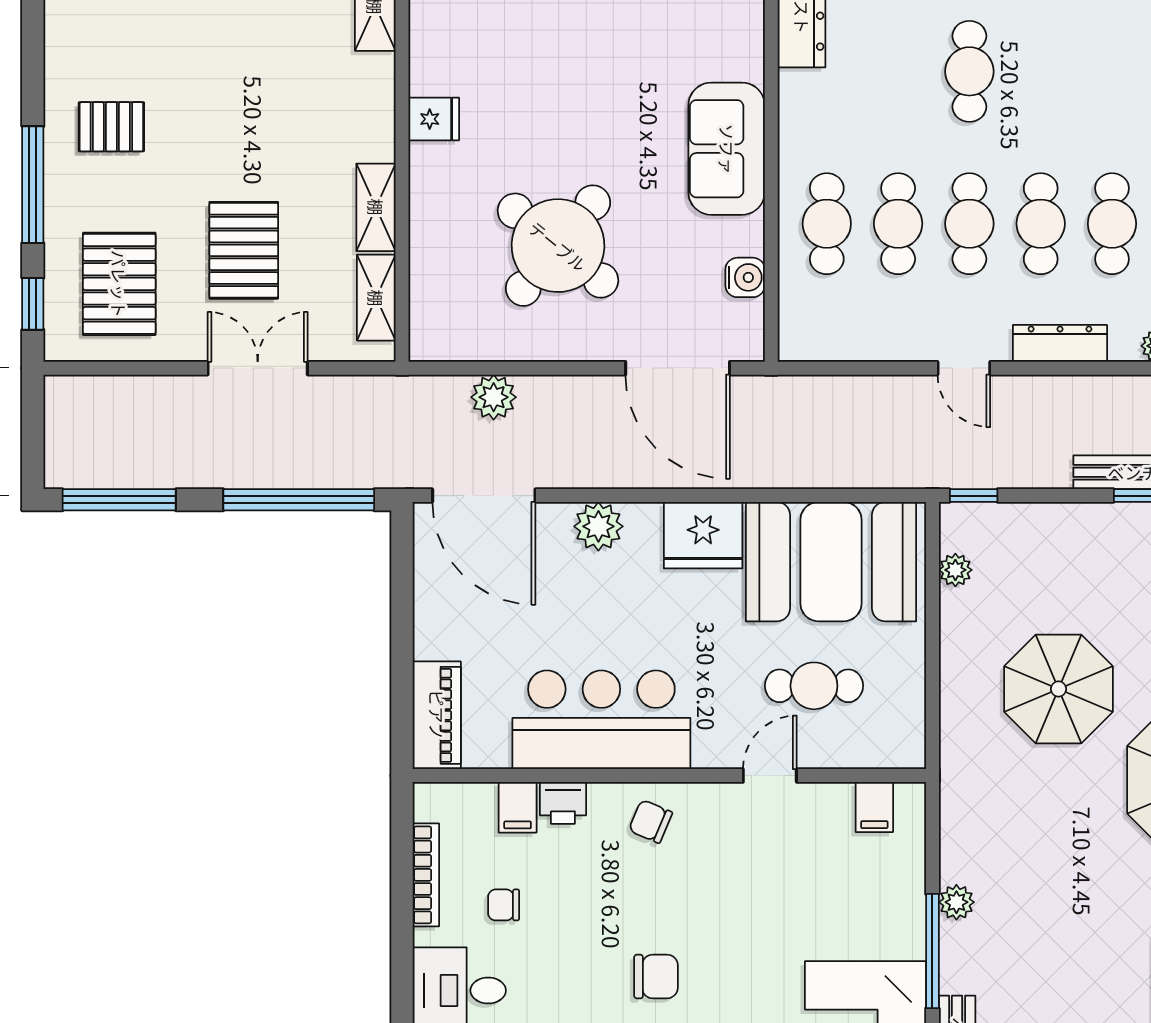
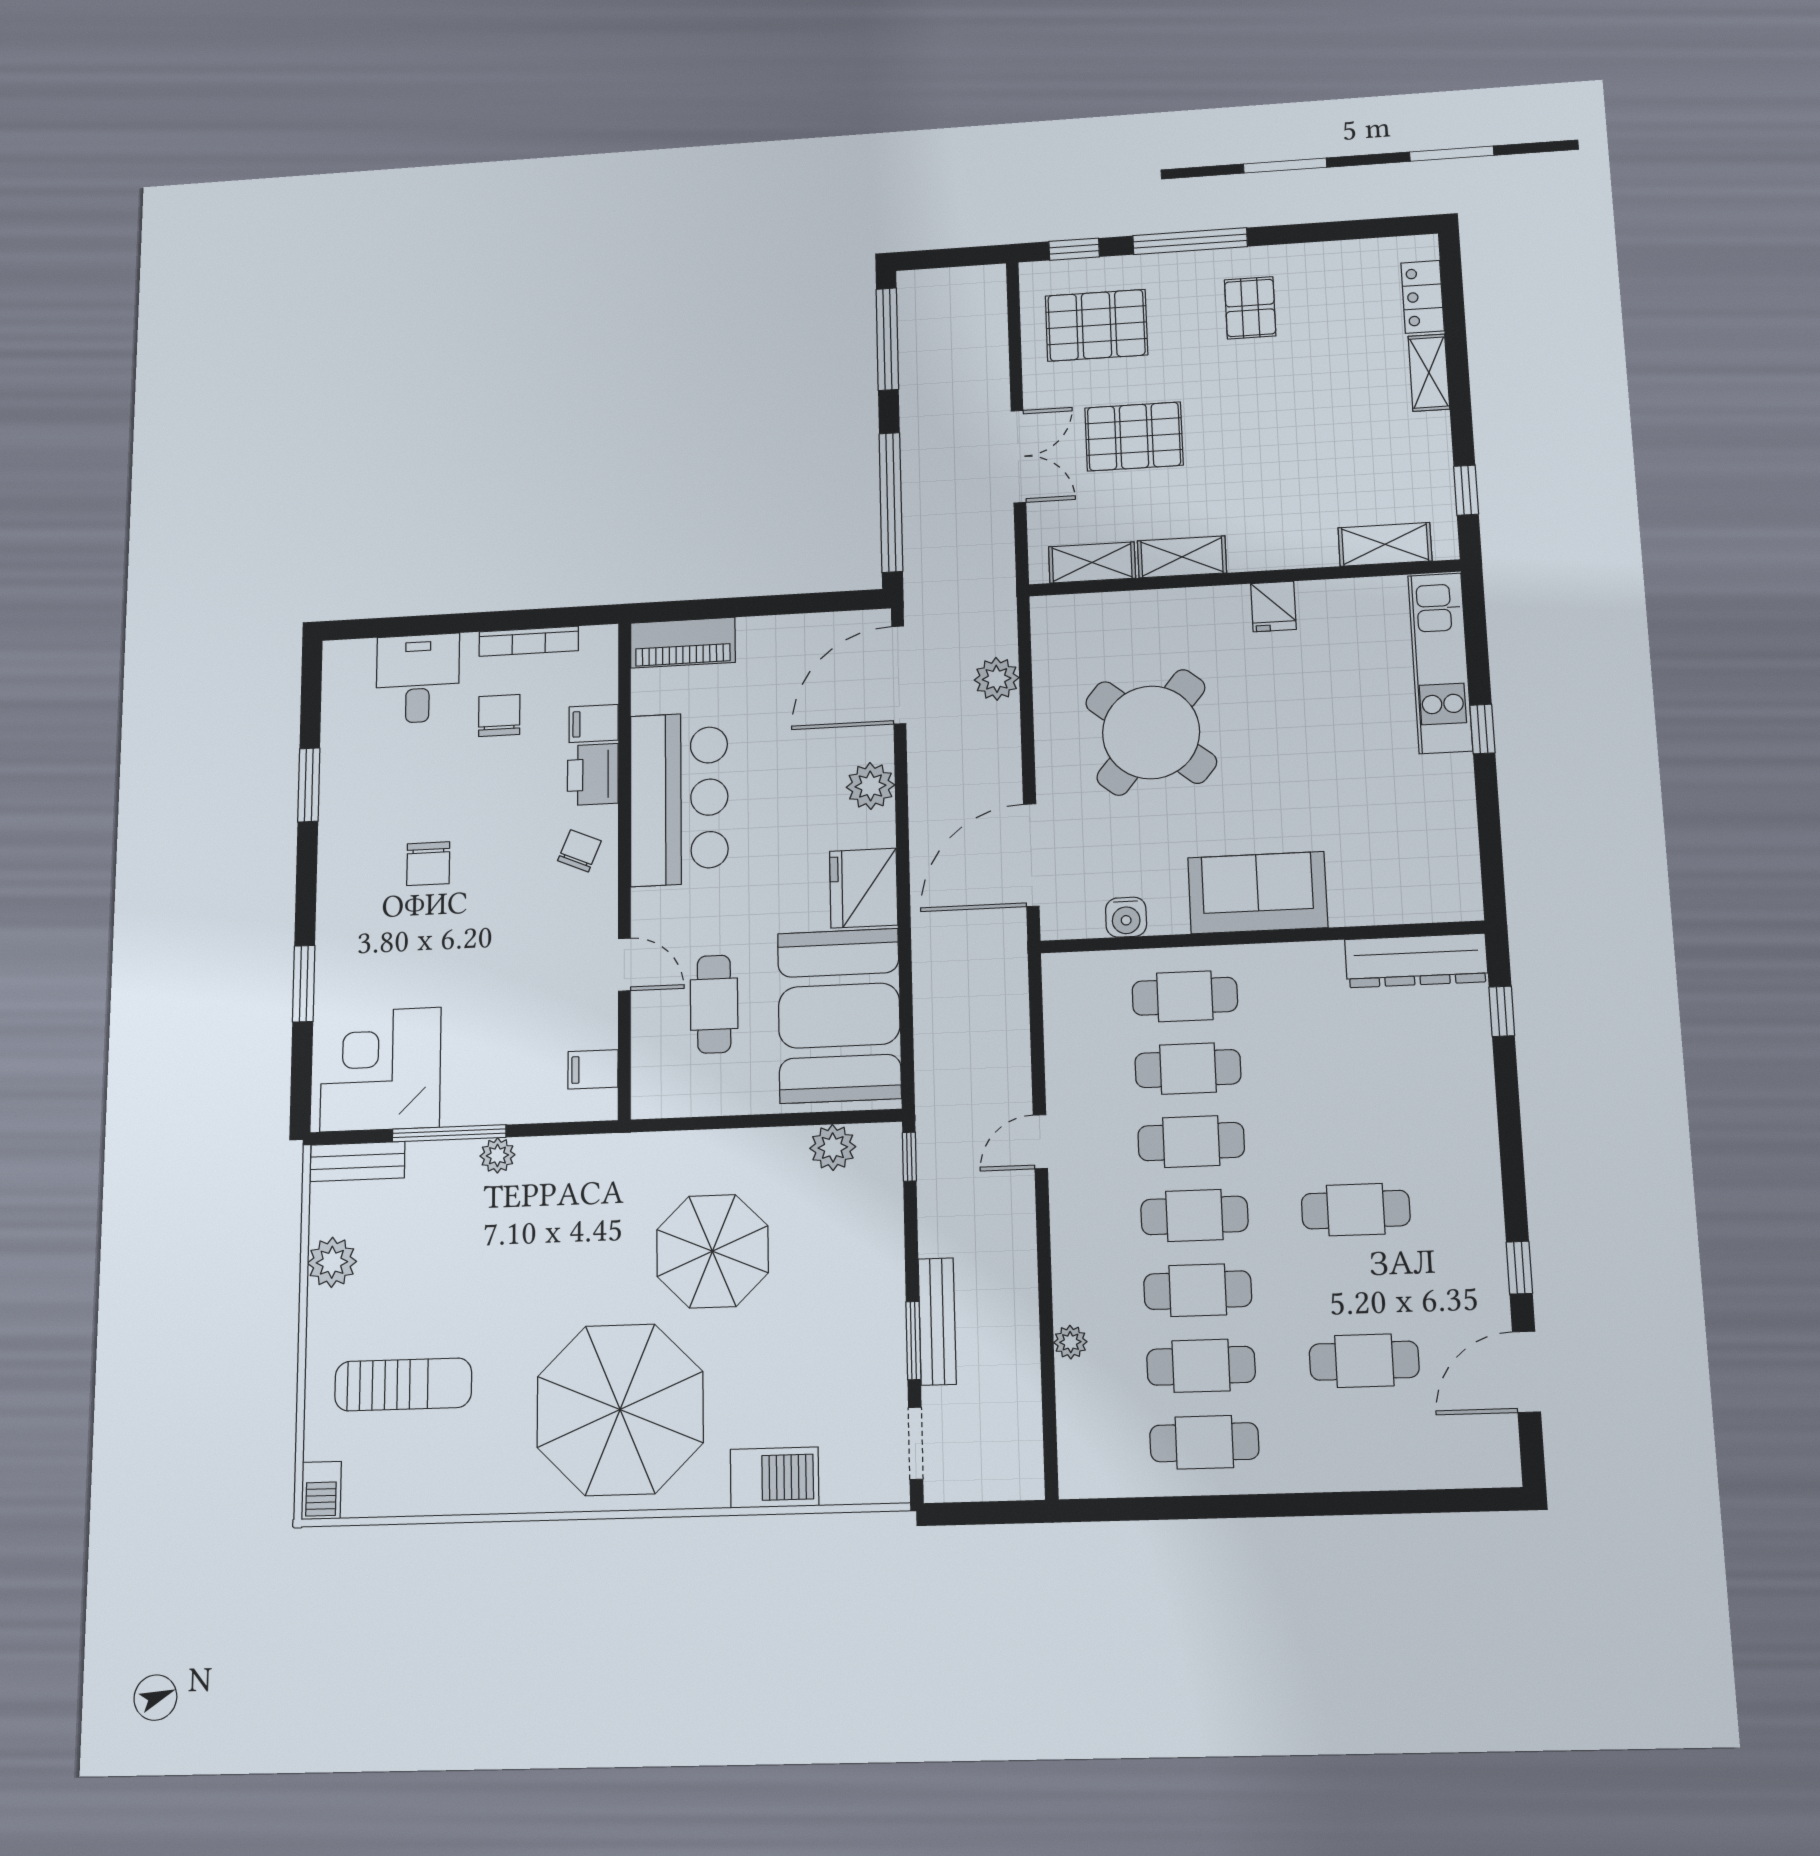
cafe table: (969, 71) -> (1356, 1210), moved
dresser: (1060, 343) -> (1070, 1240), removed
plant: (955, 570) -> (833, 1147), width x1.38, depth x1.38
printer: (563, 803) -> (593, 774), width x1.36, depth x1.24
chair: (504, 905) -> (499, 716), width x1.37, depth x1.37

